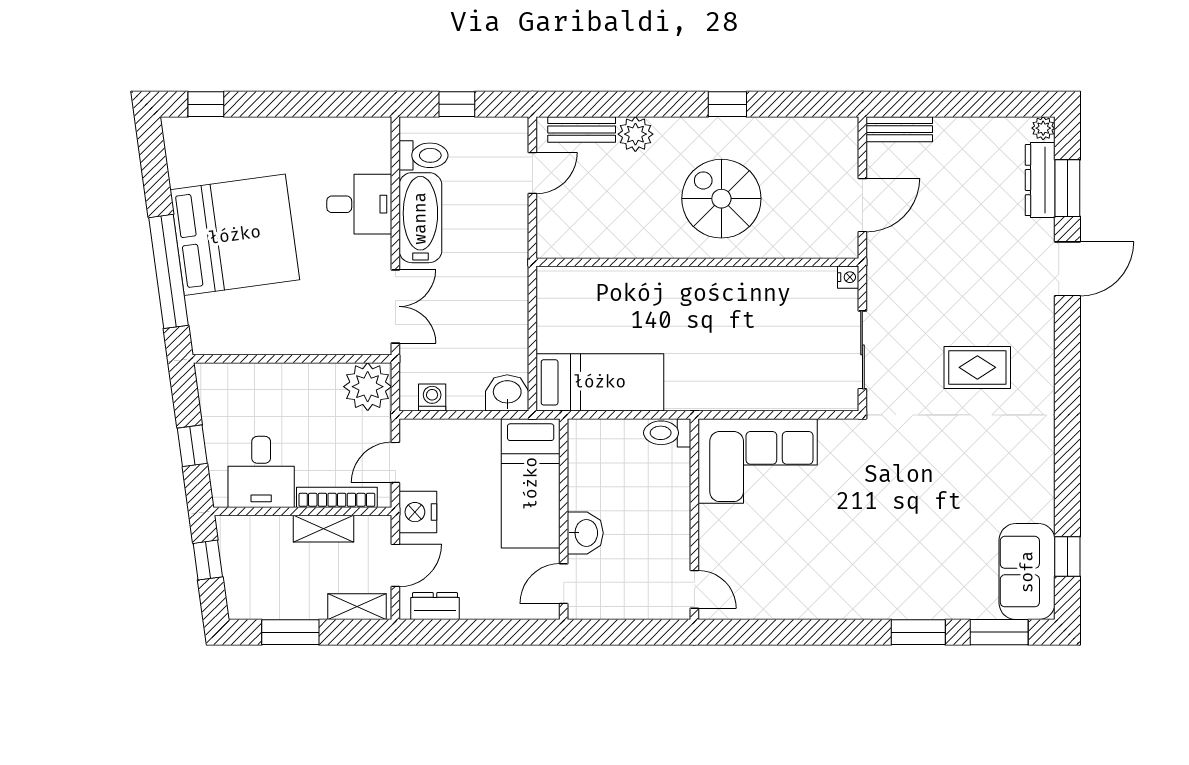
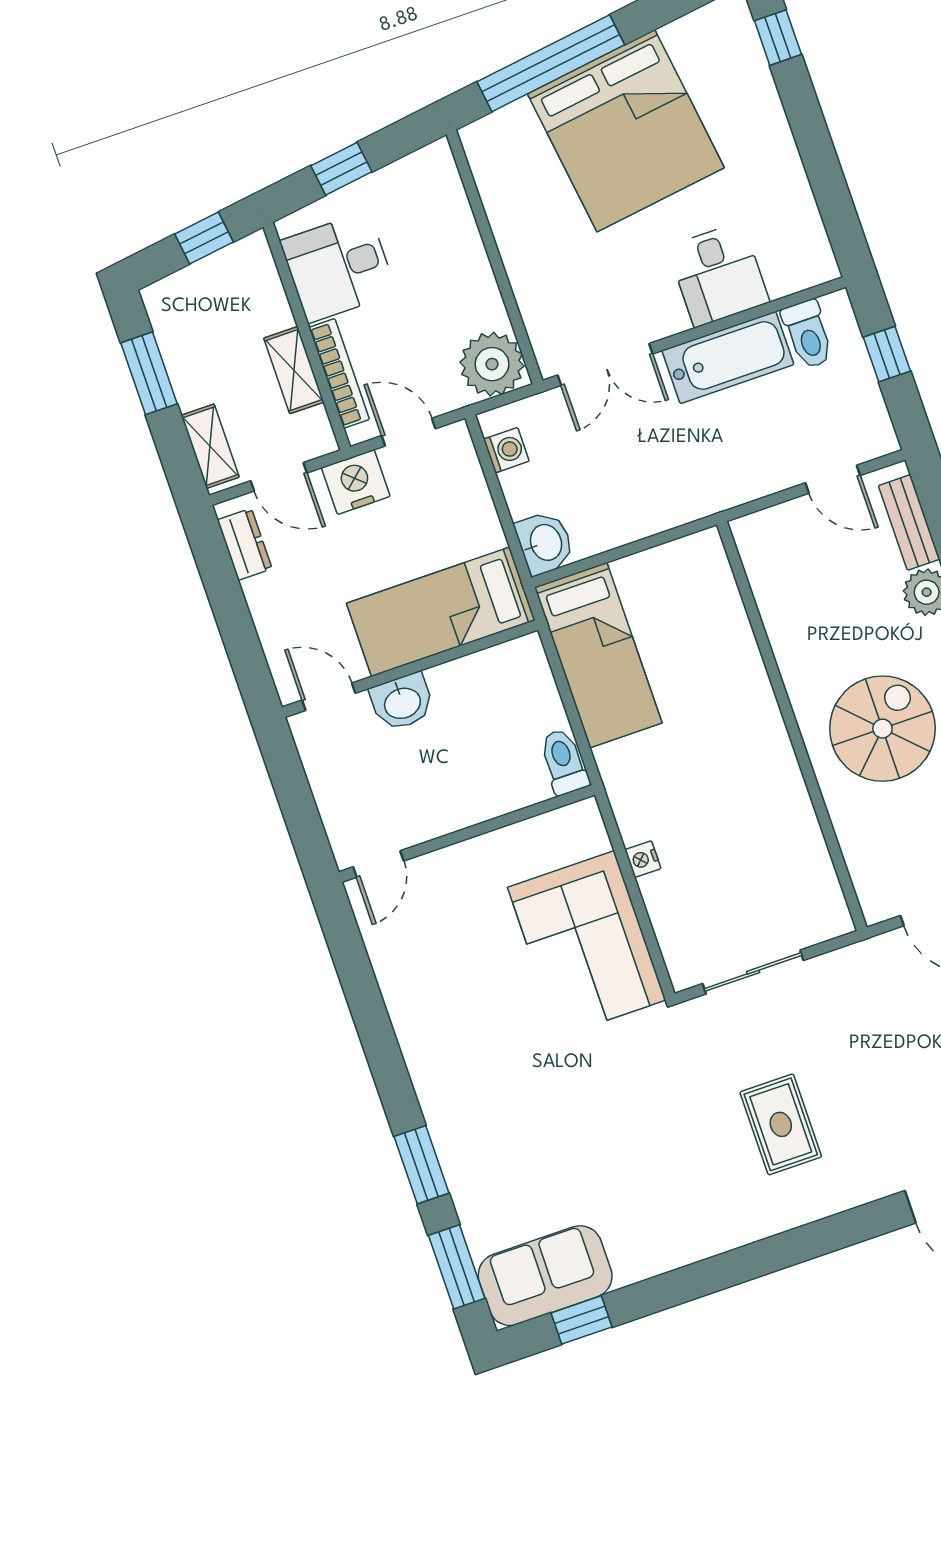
nightstand: (848, 277) -> (643, 859), moved, turned 90
corner sofa: (758, 461) -> (587, 944), moved

